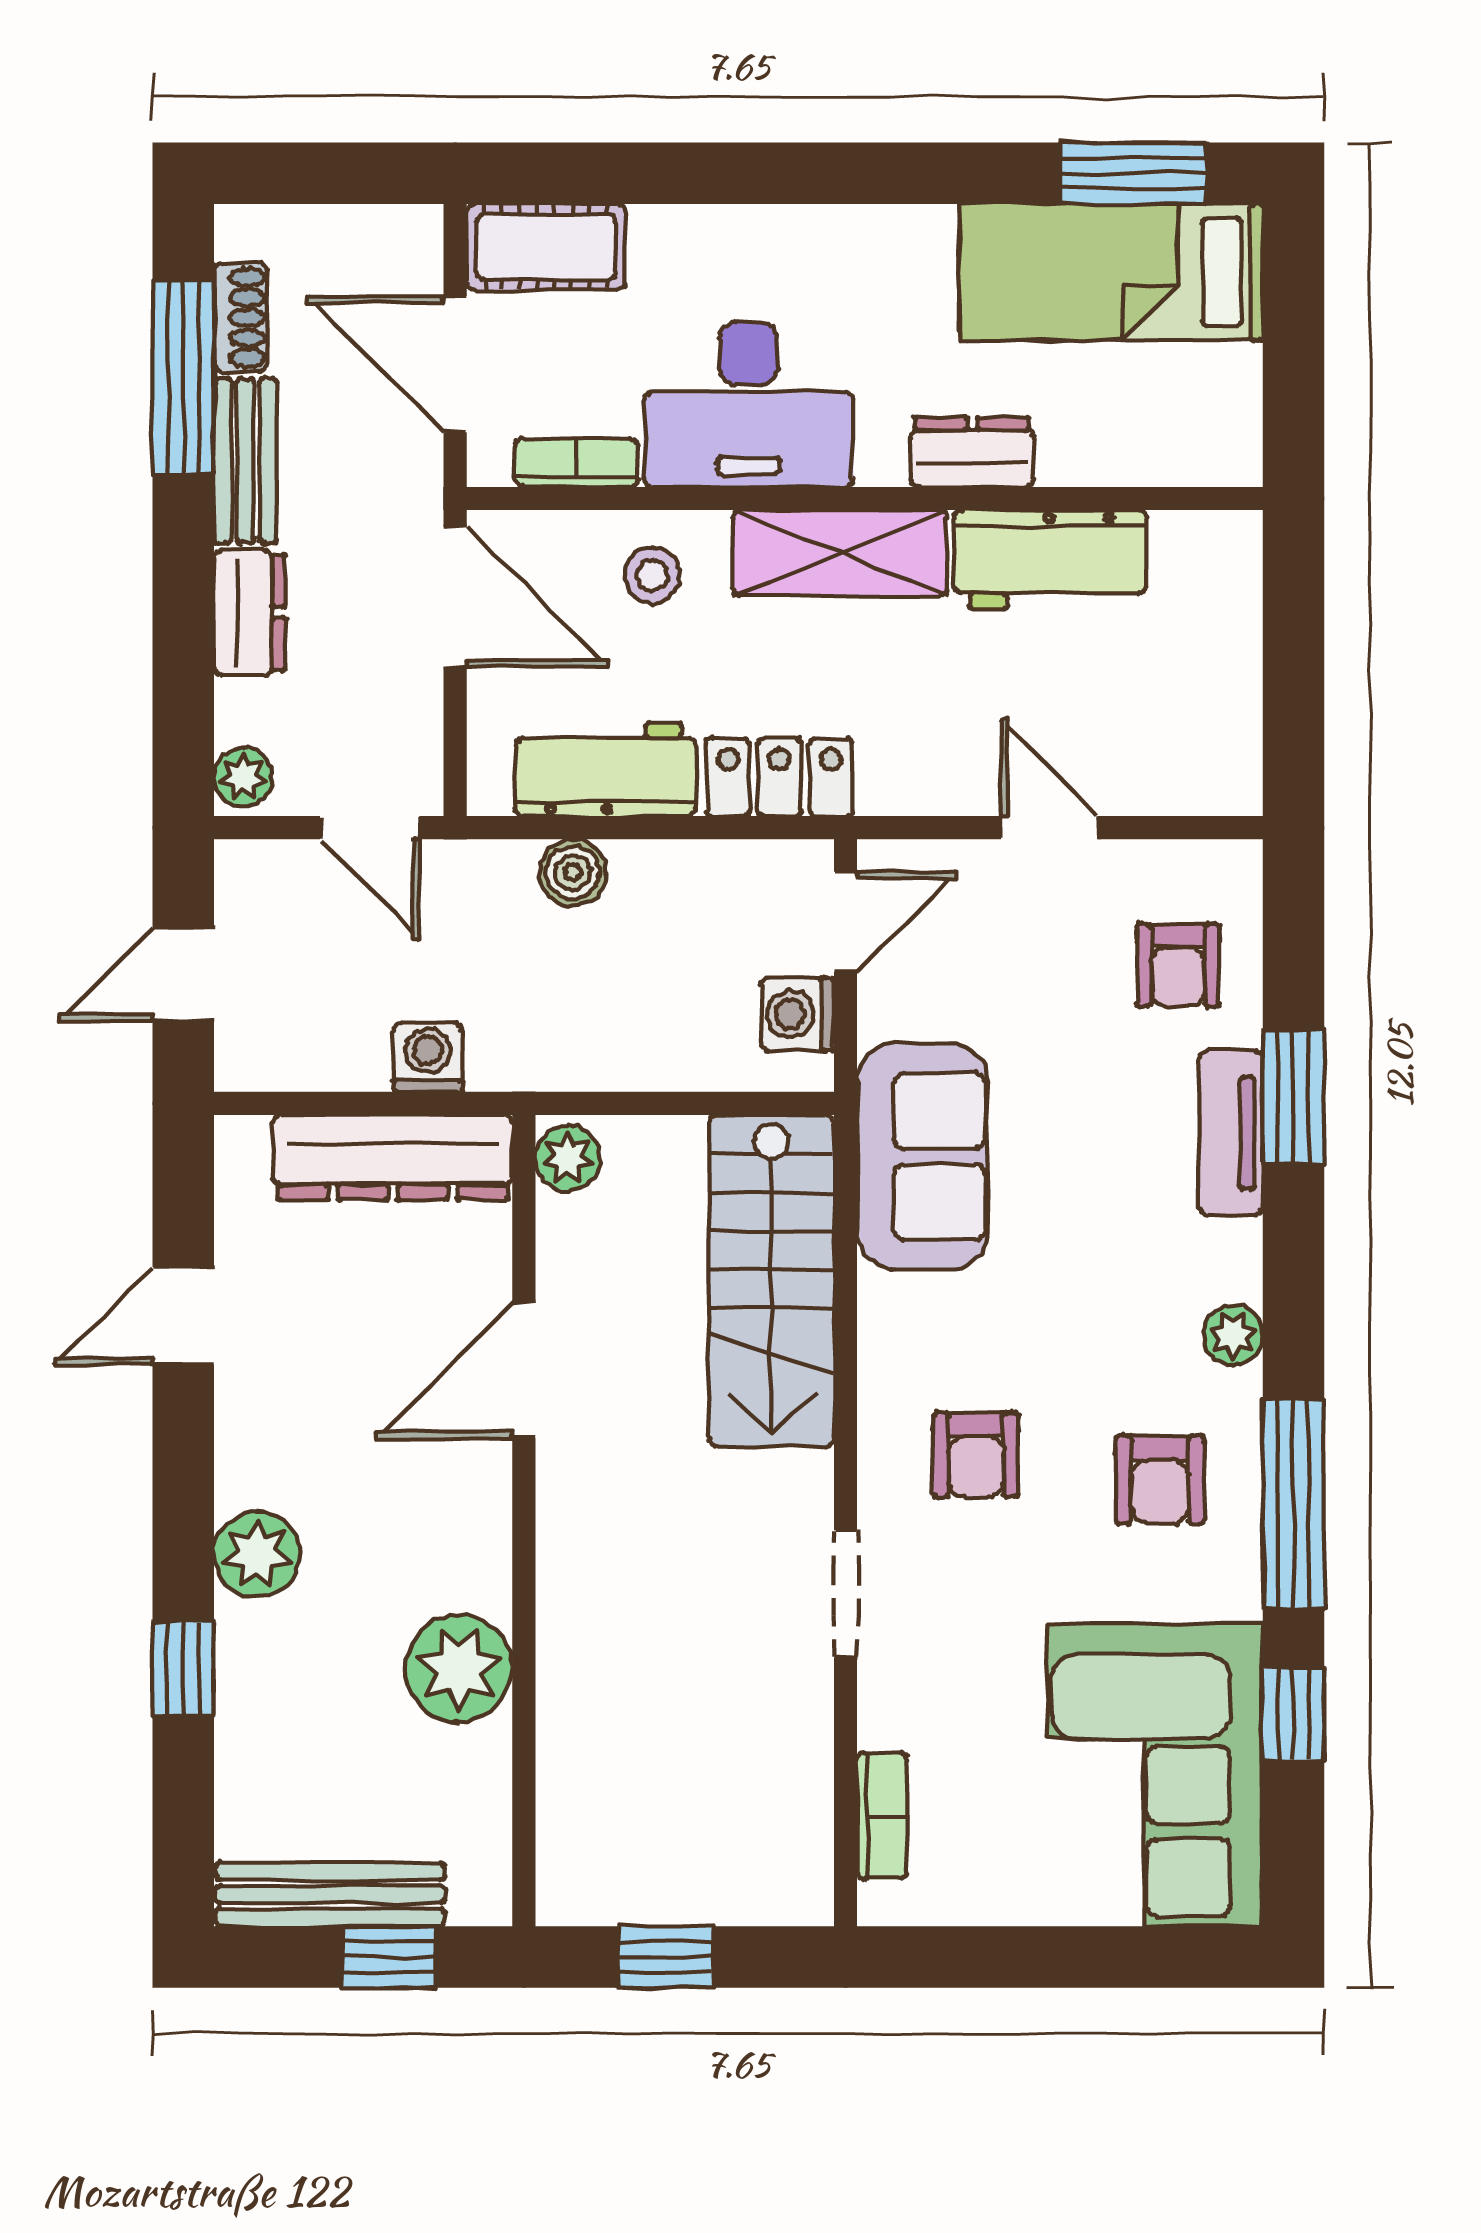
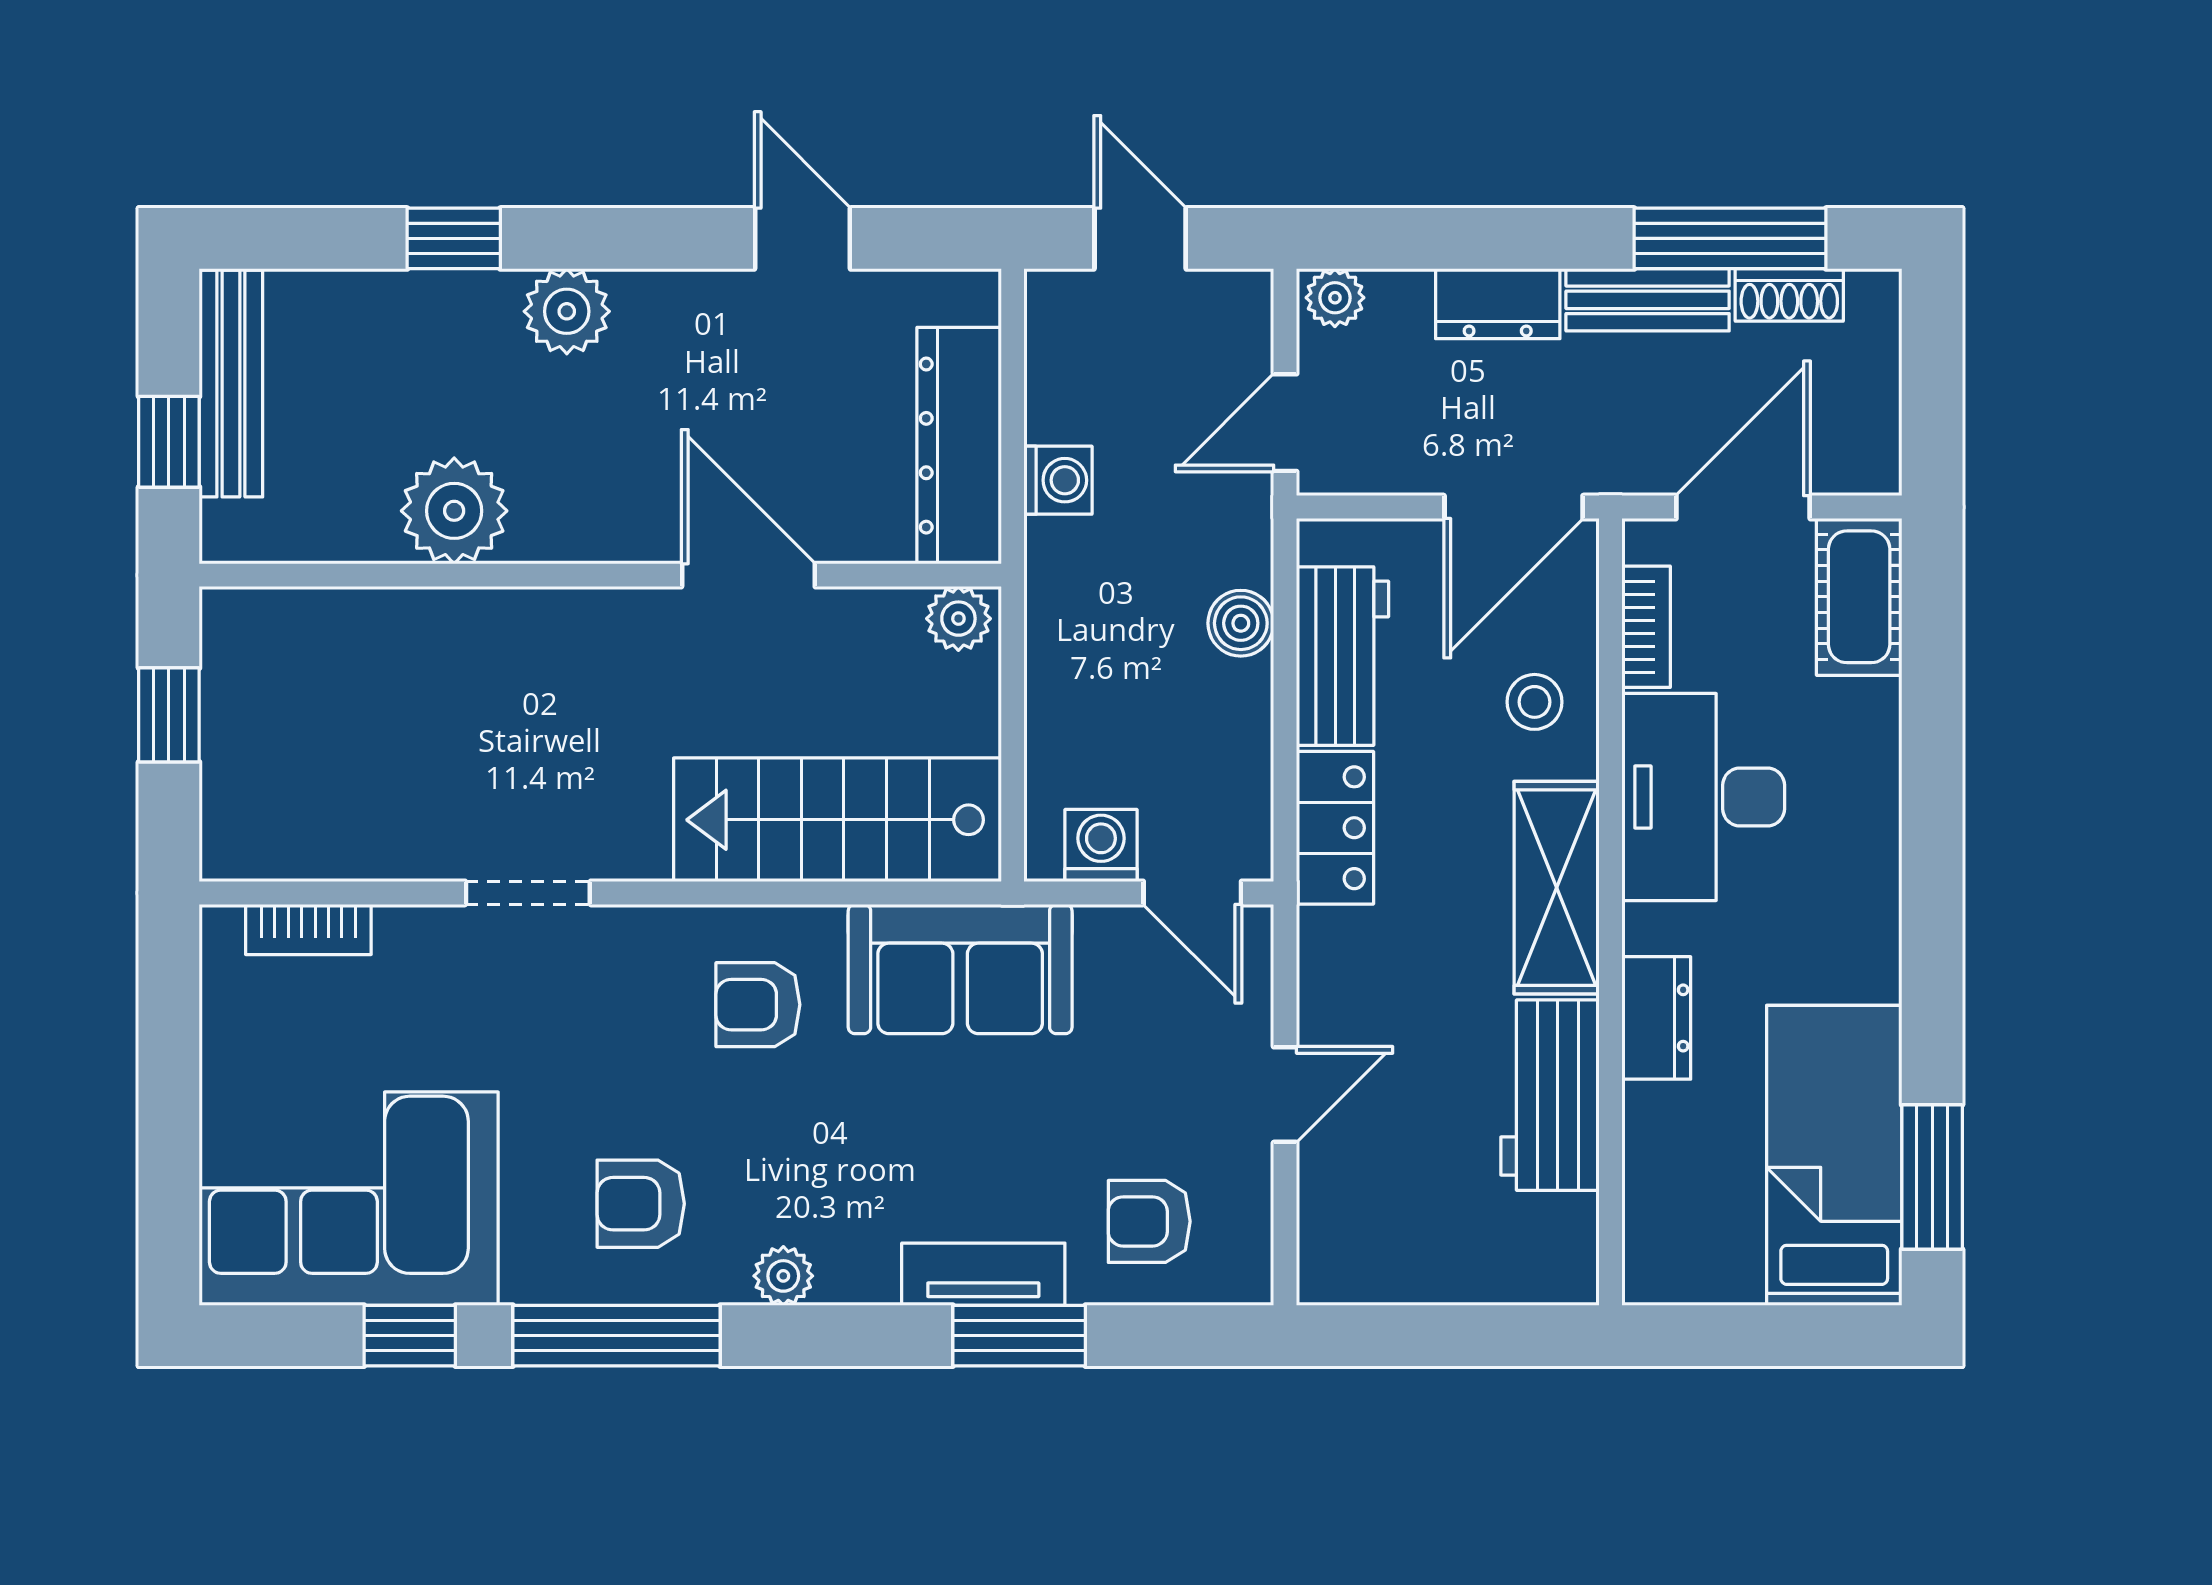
armchair: (976, 1455) -> (758, 1005), moved

